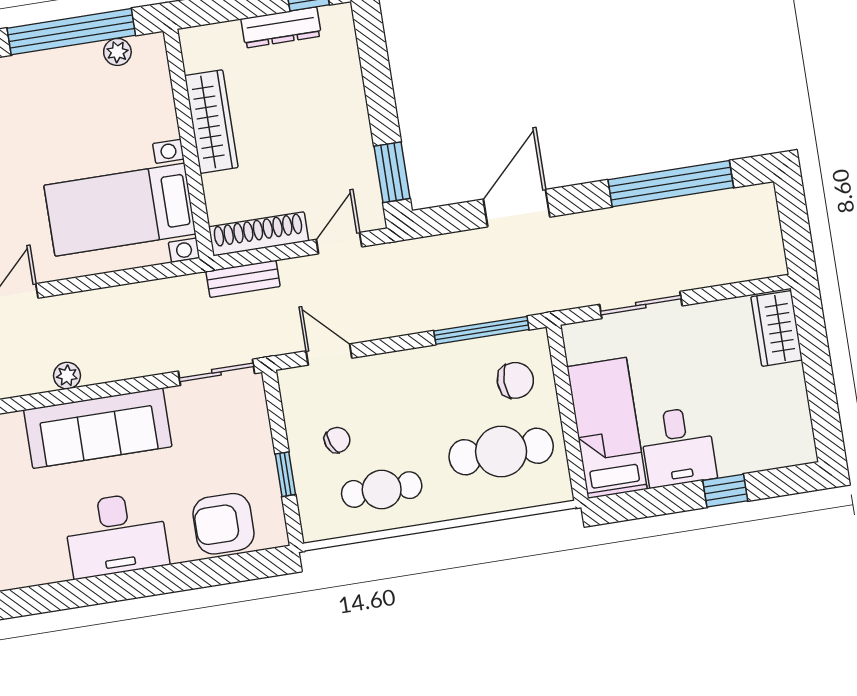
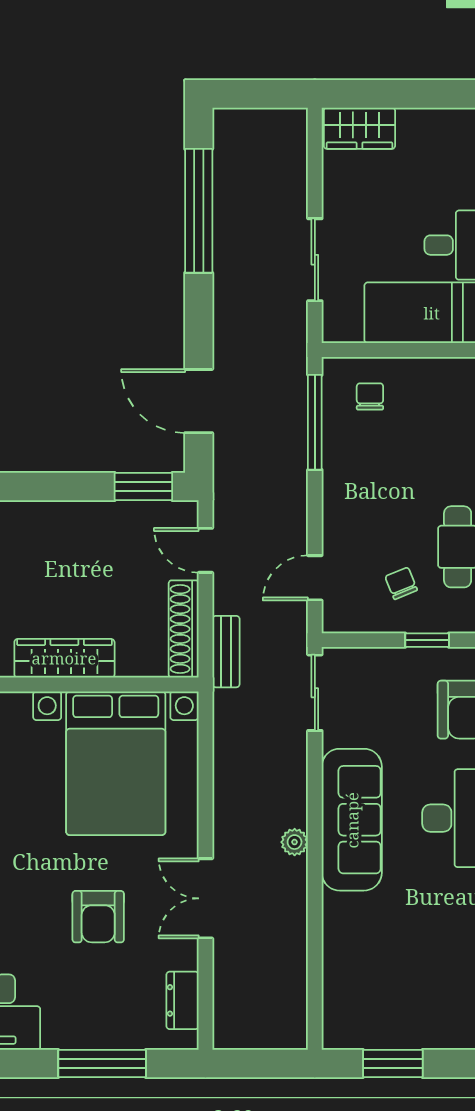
door: (517, 208) -> (199, 401), moved
bed with nightstands: (120, 210) -> (116, 763), width x1.36
chair: (515, 380) -> (370, 397), width x0.73, depth x0.73
cafe table: (501, 451) -> (438, 422), removed

